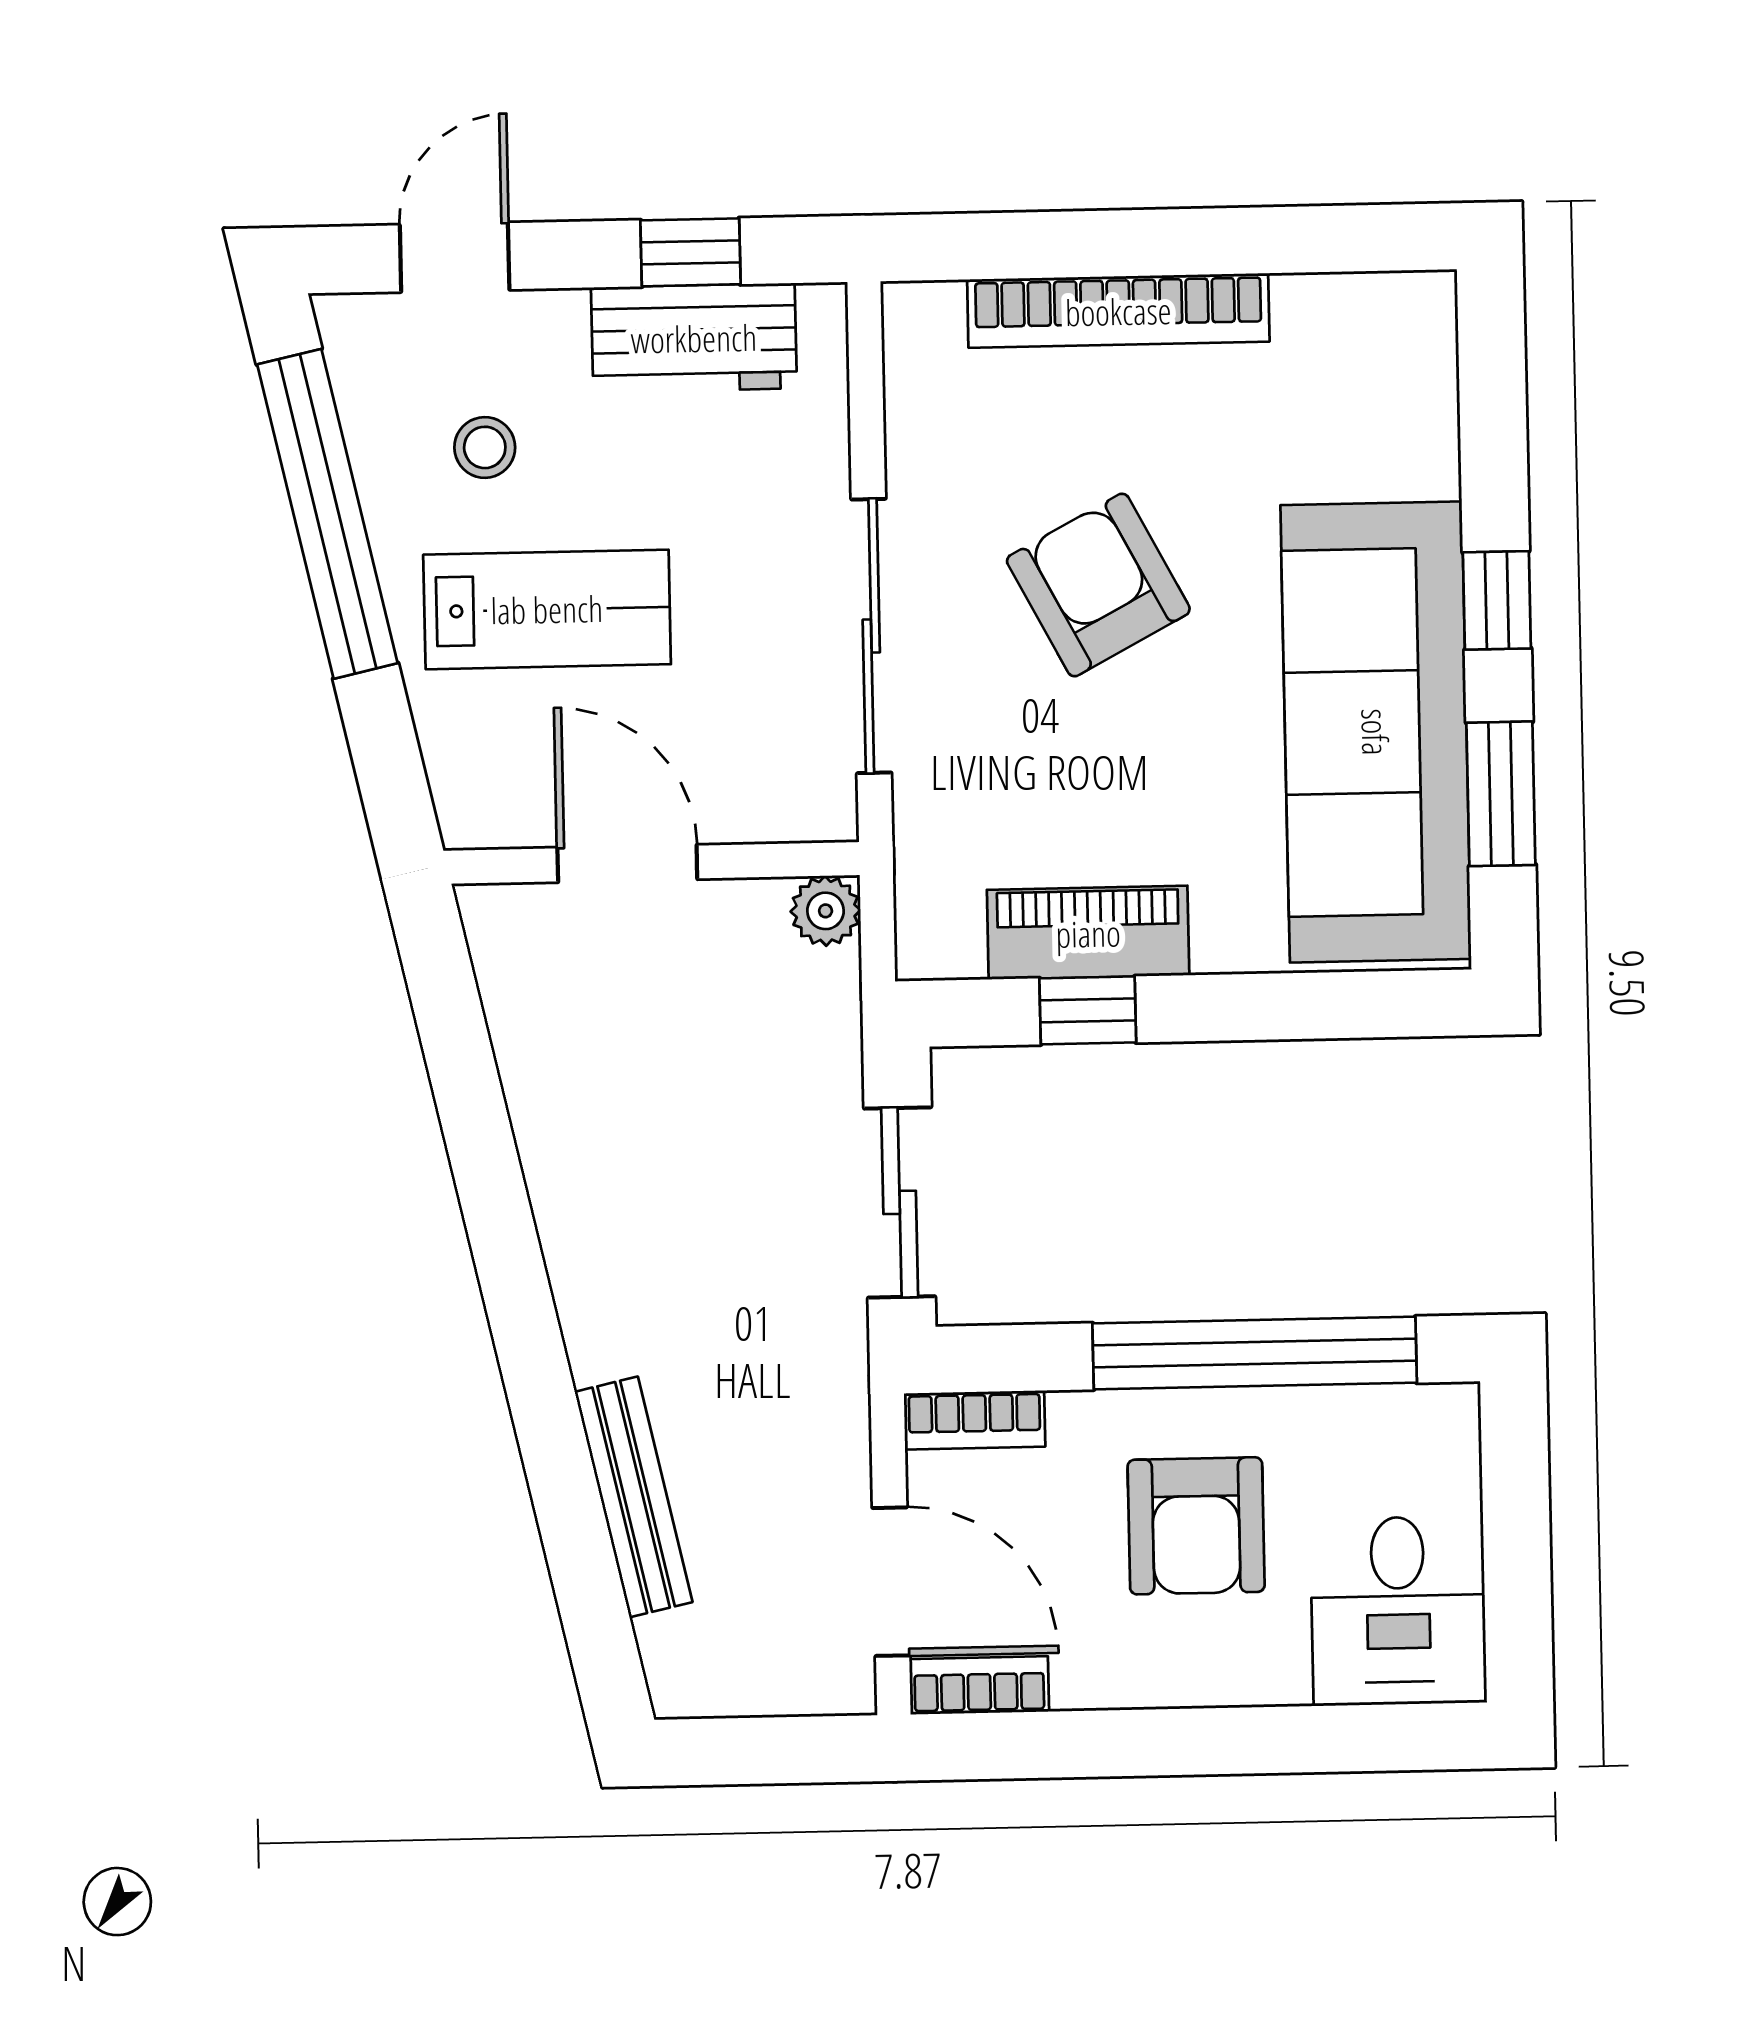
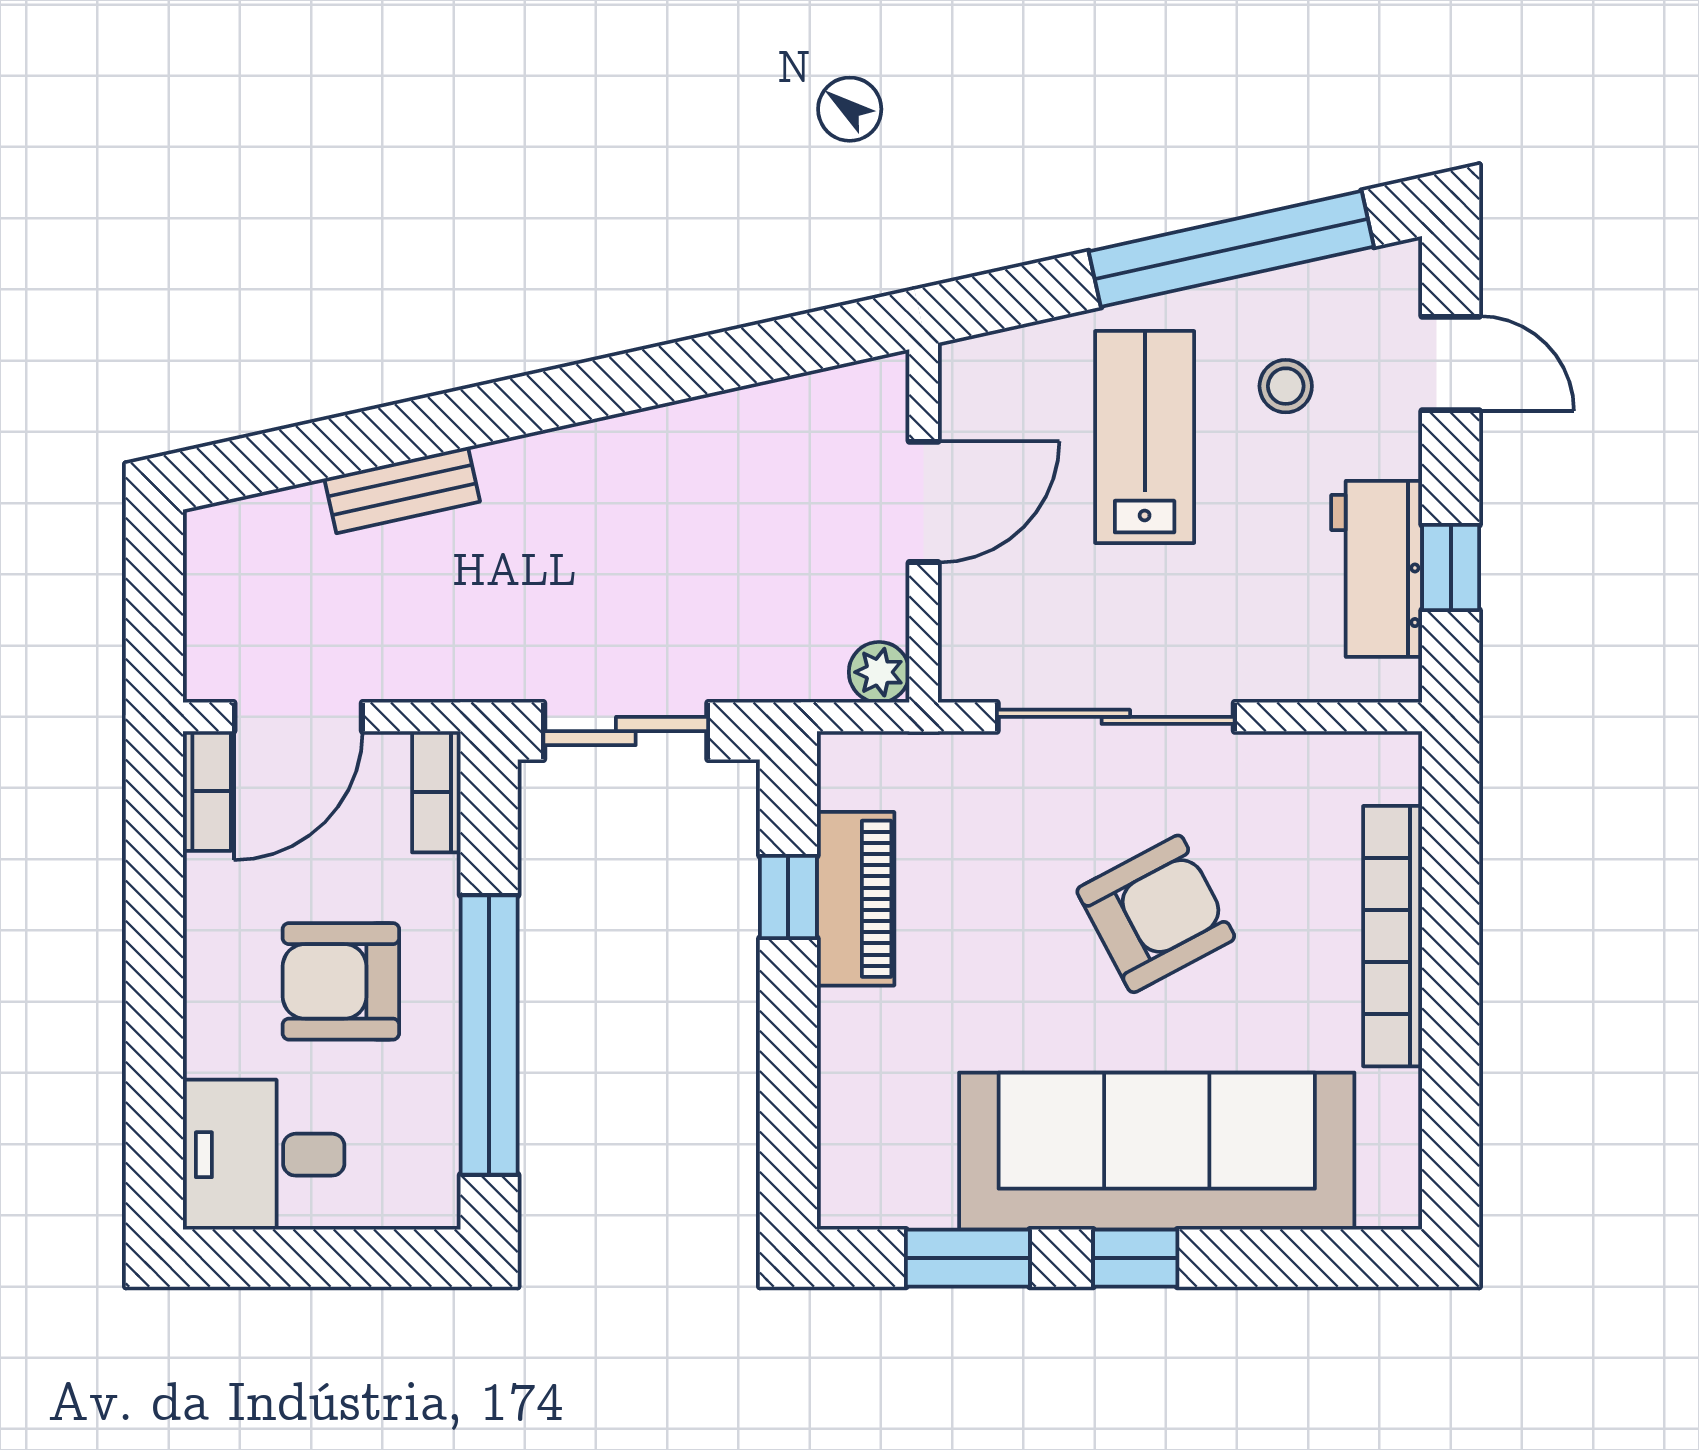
lab bench: (547, 609) -> (1145, 437), turned 180
sofa: (1376, 732) -> (1157, 1151), moved
bench: (634, 1497) -> (402, 490), width x0.73

